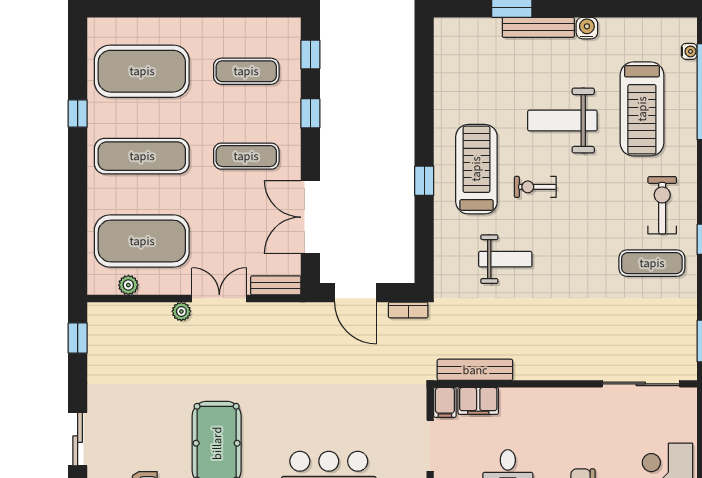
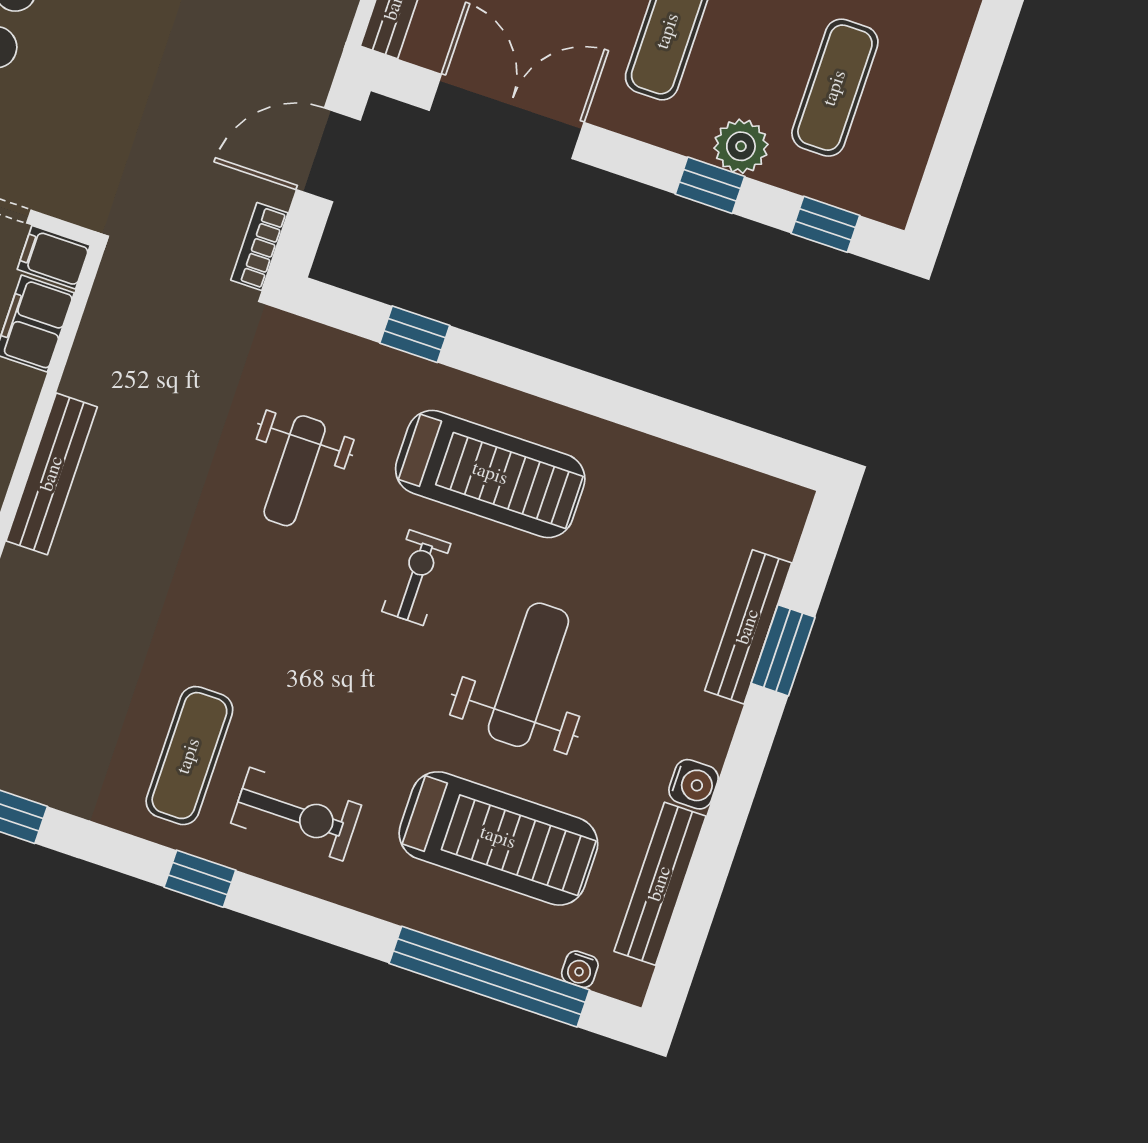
bench: (538, 27) -> (748, 627), moved
bench: (638, 28) -> (660, 884), added
plant: (288, 105) -> (741, 146), added
treadmill: (642, 109) -> (498, 838), turned 180
window: (424, 181) -> (415, 334), moved
bench: (475, 370) -> (52, 474), moved

